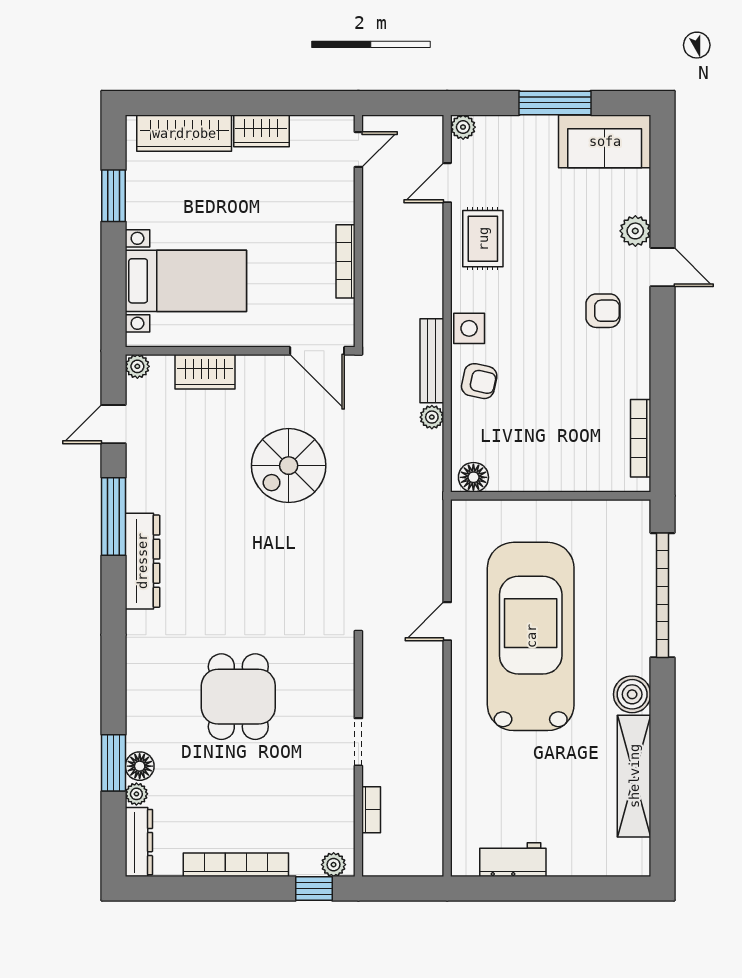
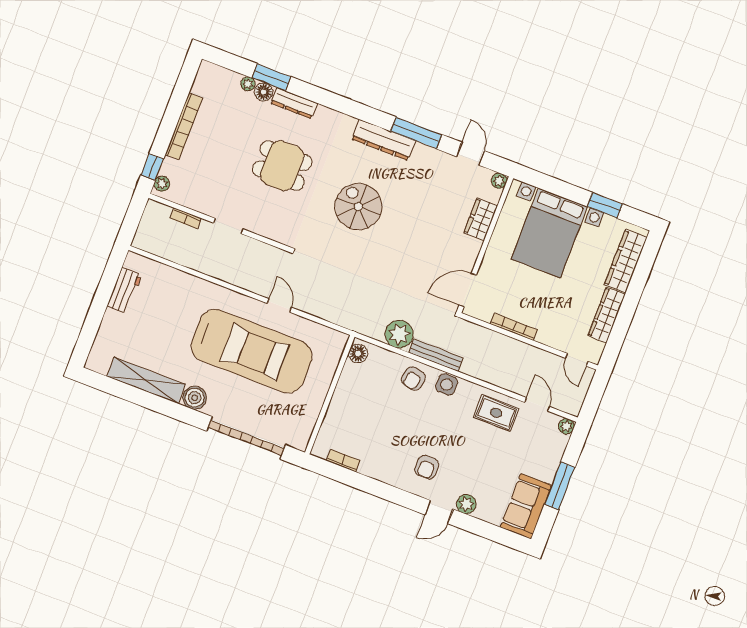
wardrobe: (261, 131) -> (607, 315), width x1.50
bed with nightstands: (186, 281) -> (549, 233), width x1.36
plant: (432, 417) -> (399, 334), width x1.88, depth x1.88
bookcase: (641, 438) -> (343, 461), width x0.64
spiral stairs: (289, 466) -> (358, 207), moved
dresser: (139, 842) -> (294, 103), moved

